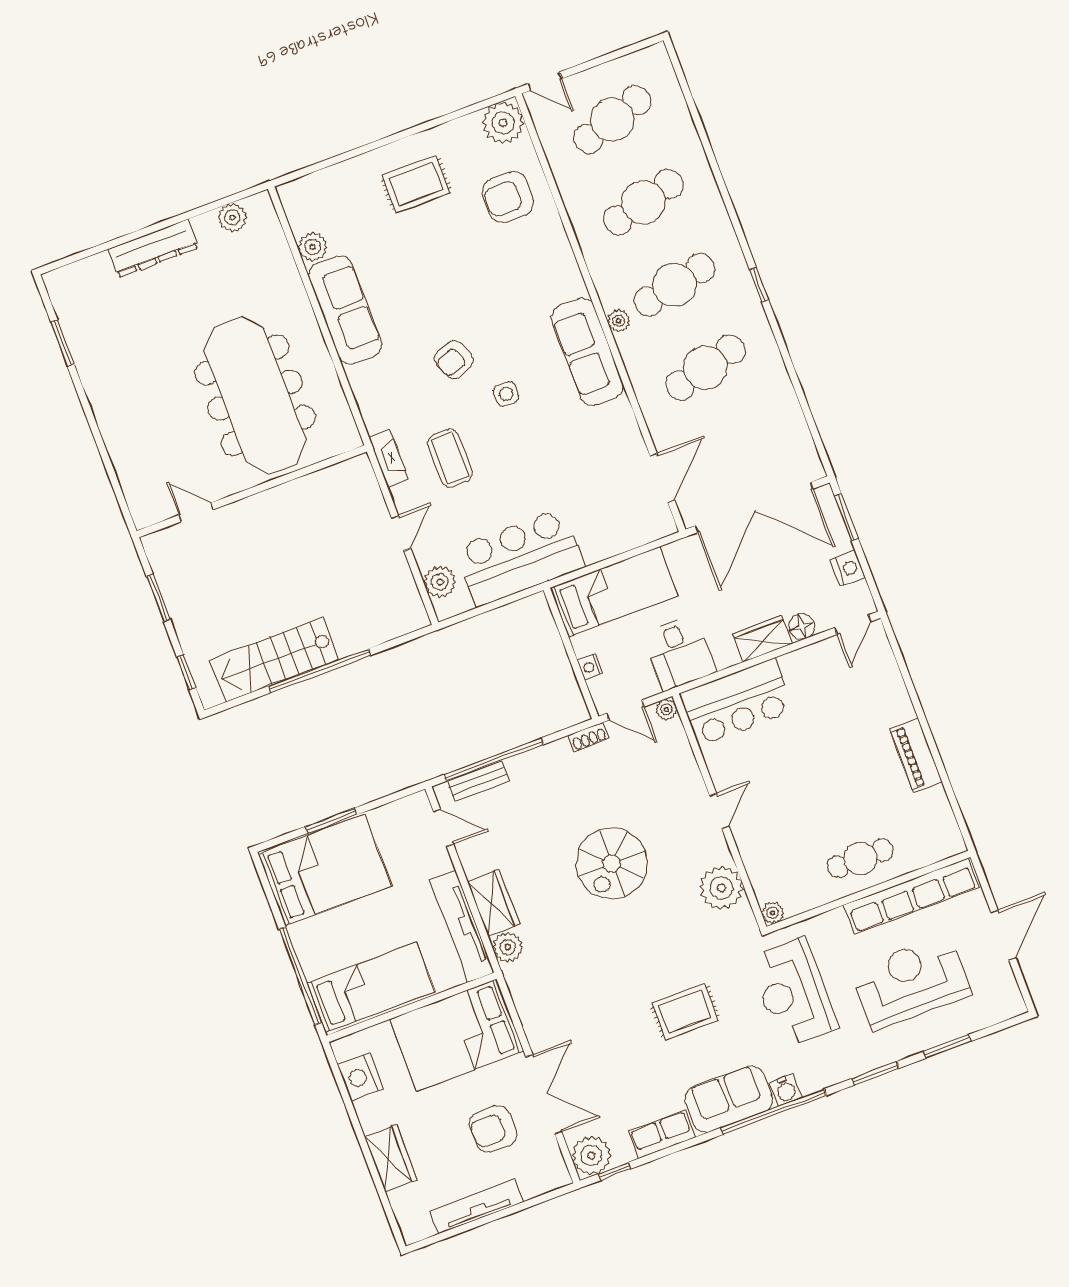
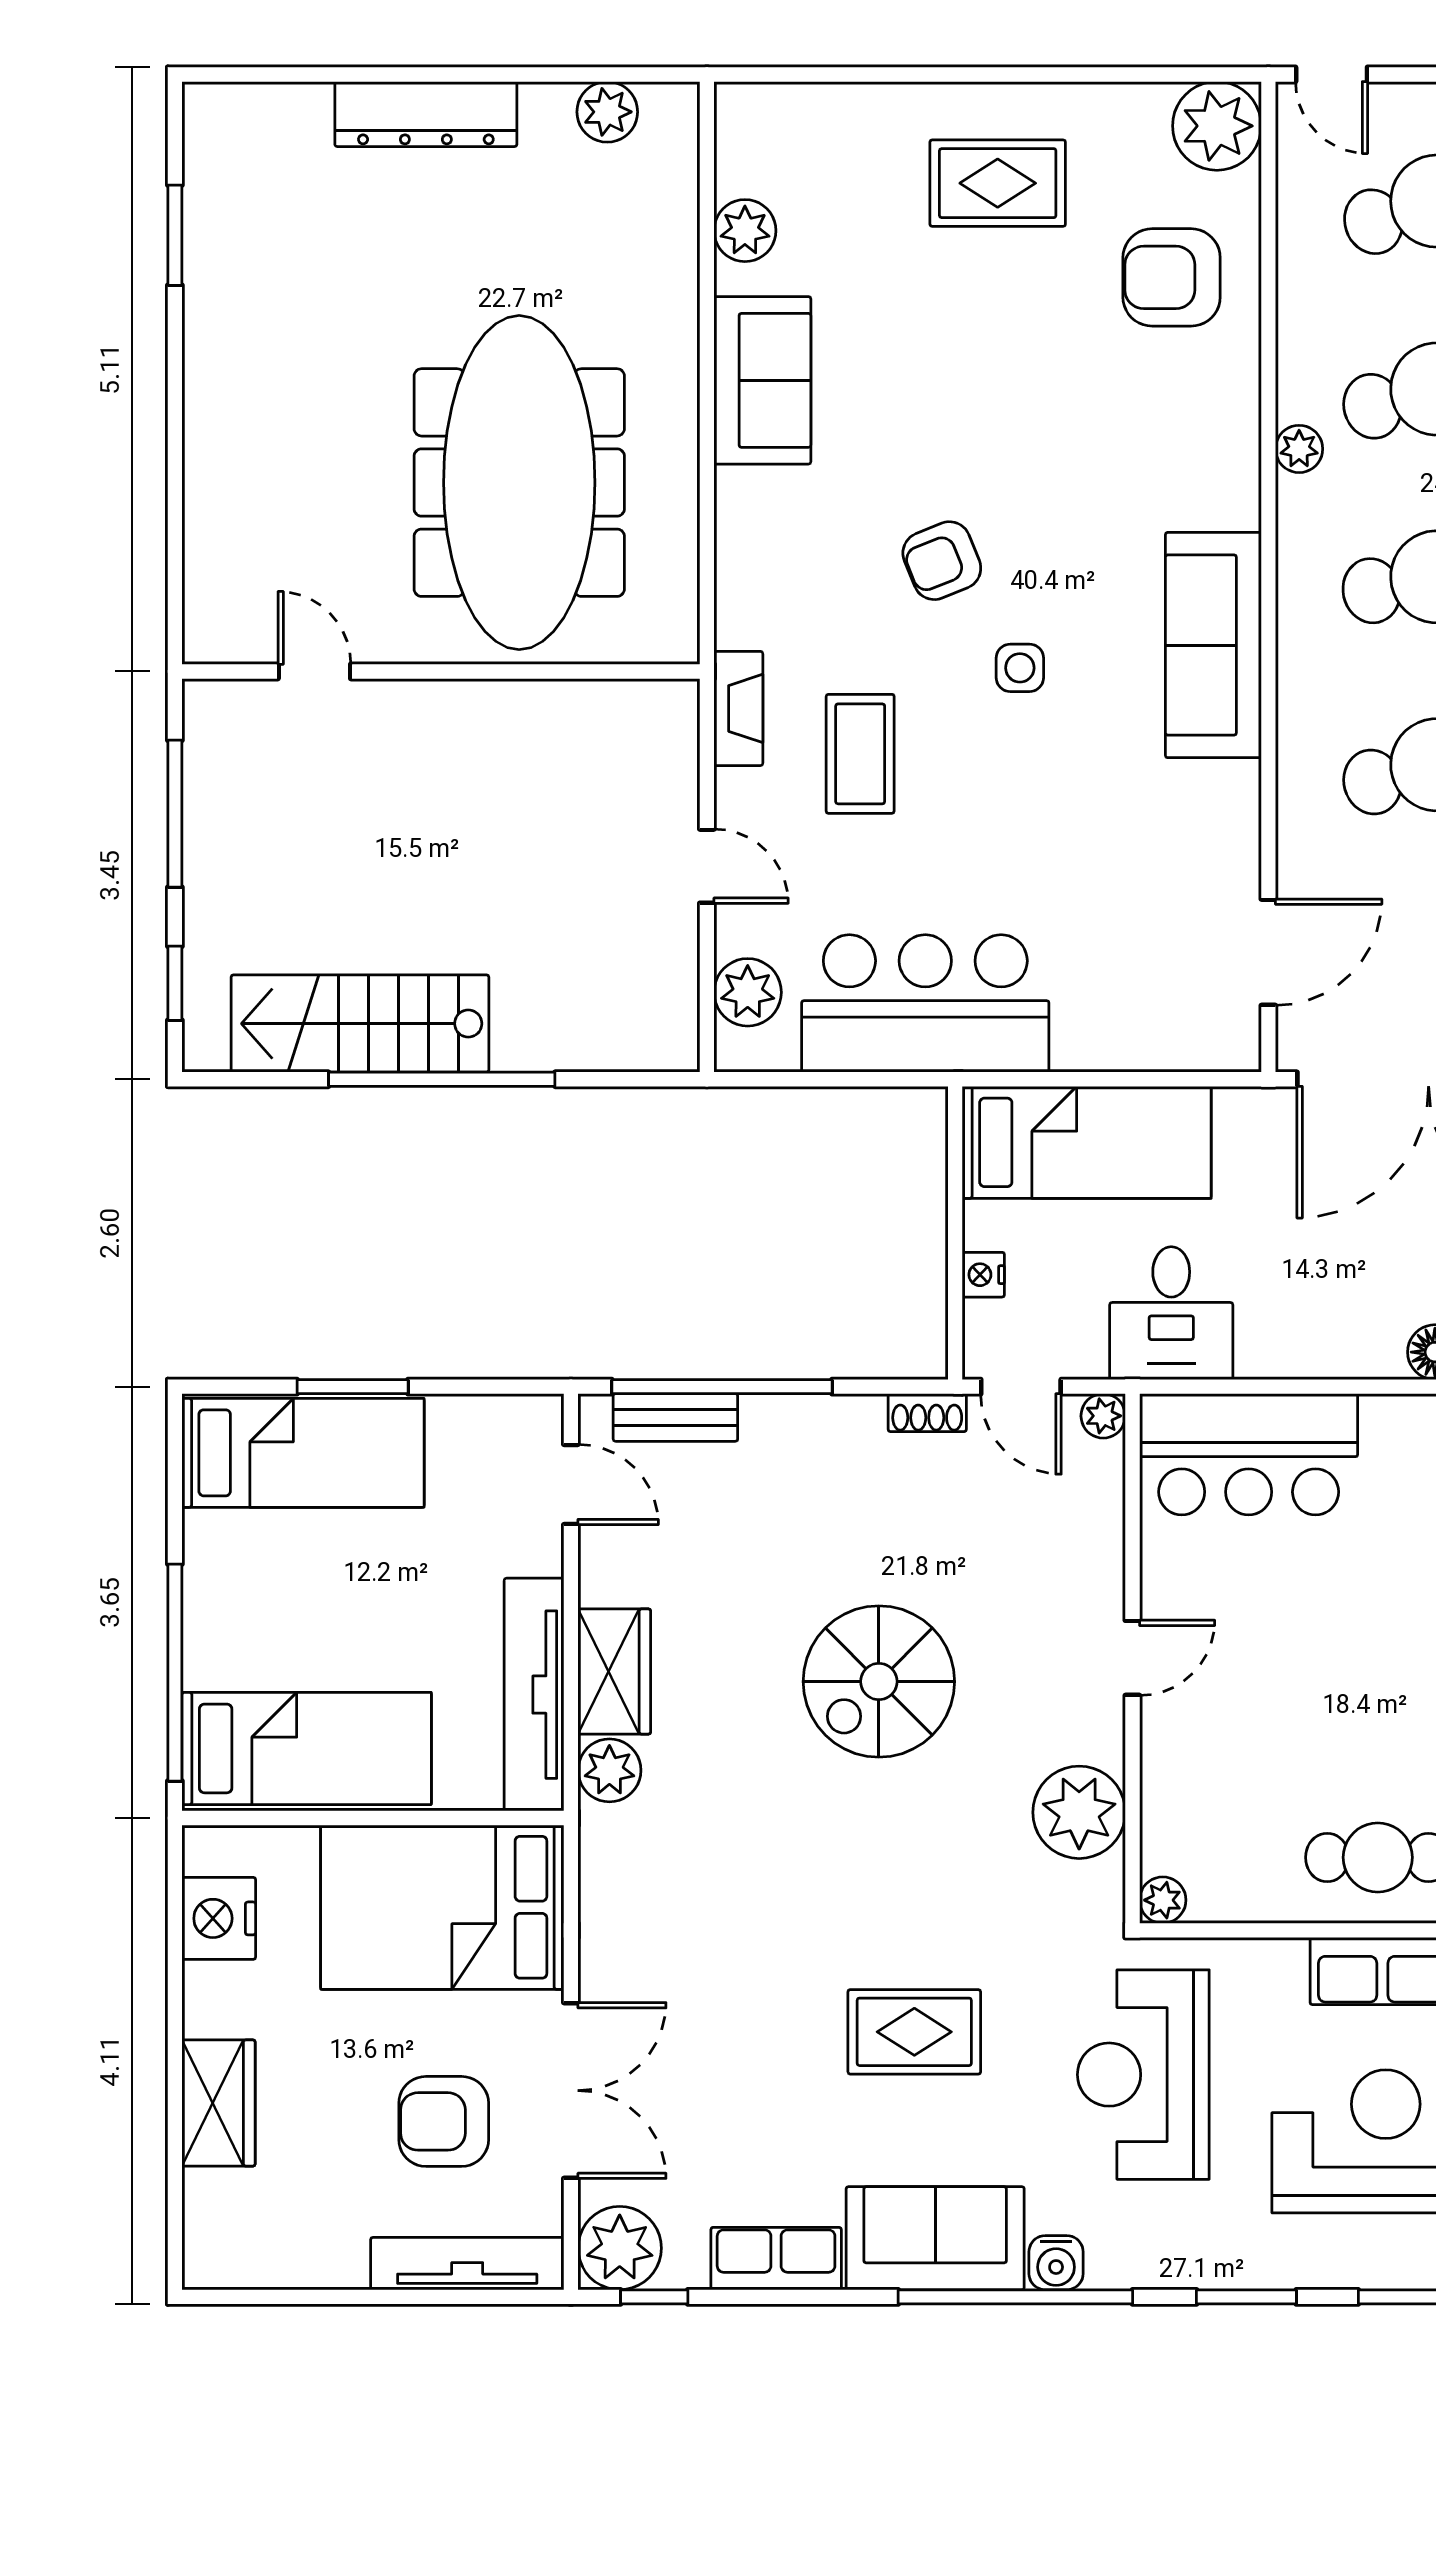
sofa: (345, 310) -> (762, 380), width x0.73
plant: (619, 321) -> (1299, 449), moved
door: (401, 533) -> (707, 866), hinge flipped
window: (158, 598) -> (175, 814), width x1.44
wardrobe: (762, 639) -> (1347, 1347), removed
bed: (325, 870) -> (303, 1453), width x0.67
tv unit: (477, 1206) -> (467, 2264), moved

